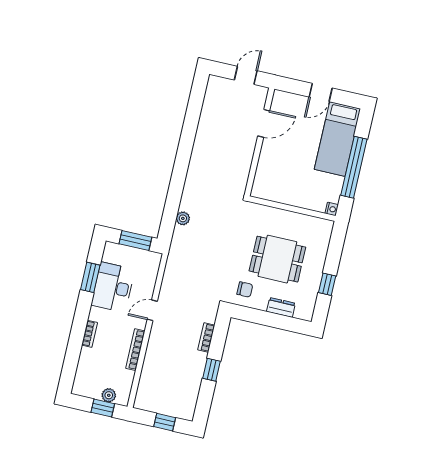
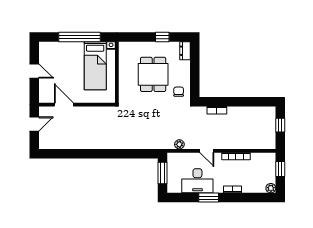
door: (246, 75) -> (34, 124), swing flipped
bed: (337, 139) -> (95, 66), moved, turned 90
plant: (183, 218) -> (179, 144), moved
window: (90, 277) -> (209, 198), moved
dresser: (281, 307) -> (185, 51), moved
window: (212, 370) -> (238, 102), removed
plant: (109, 395) -> (271, 188), moved

